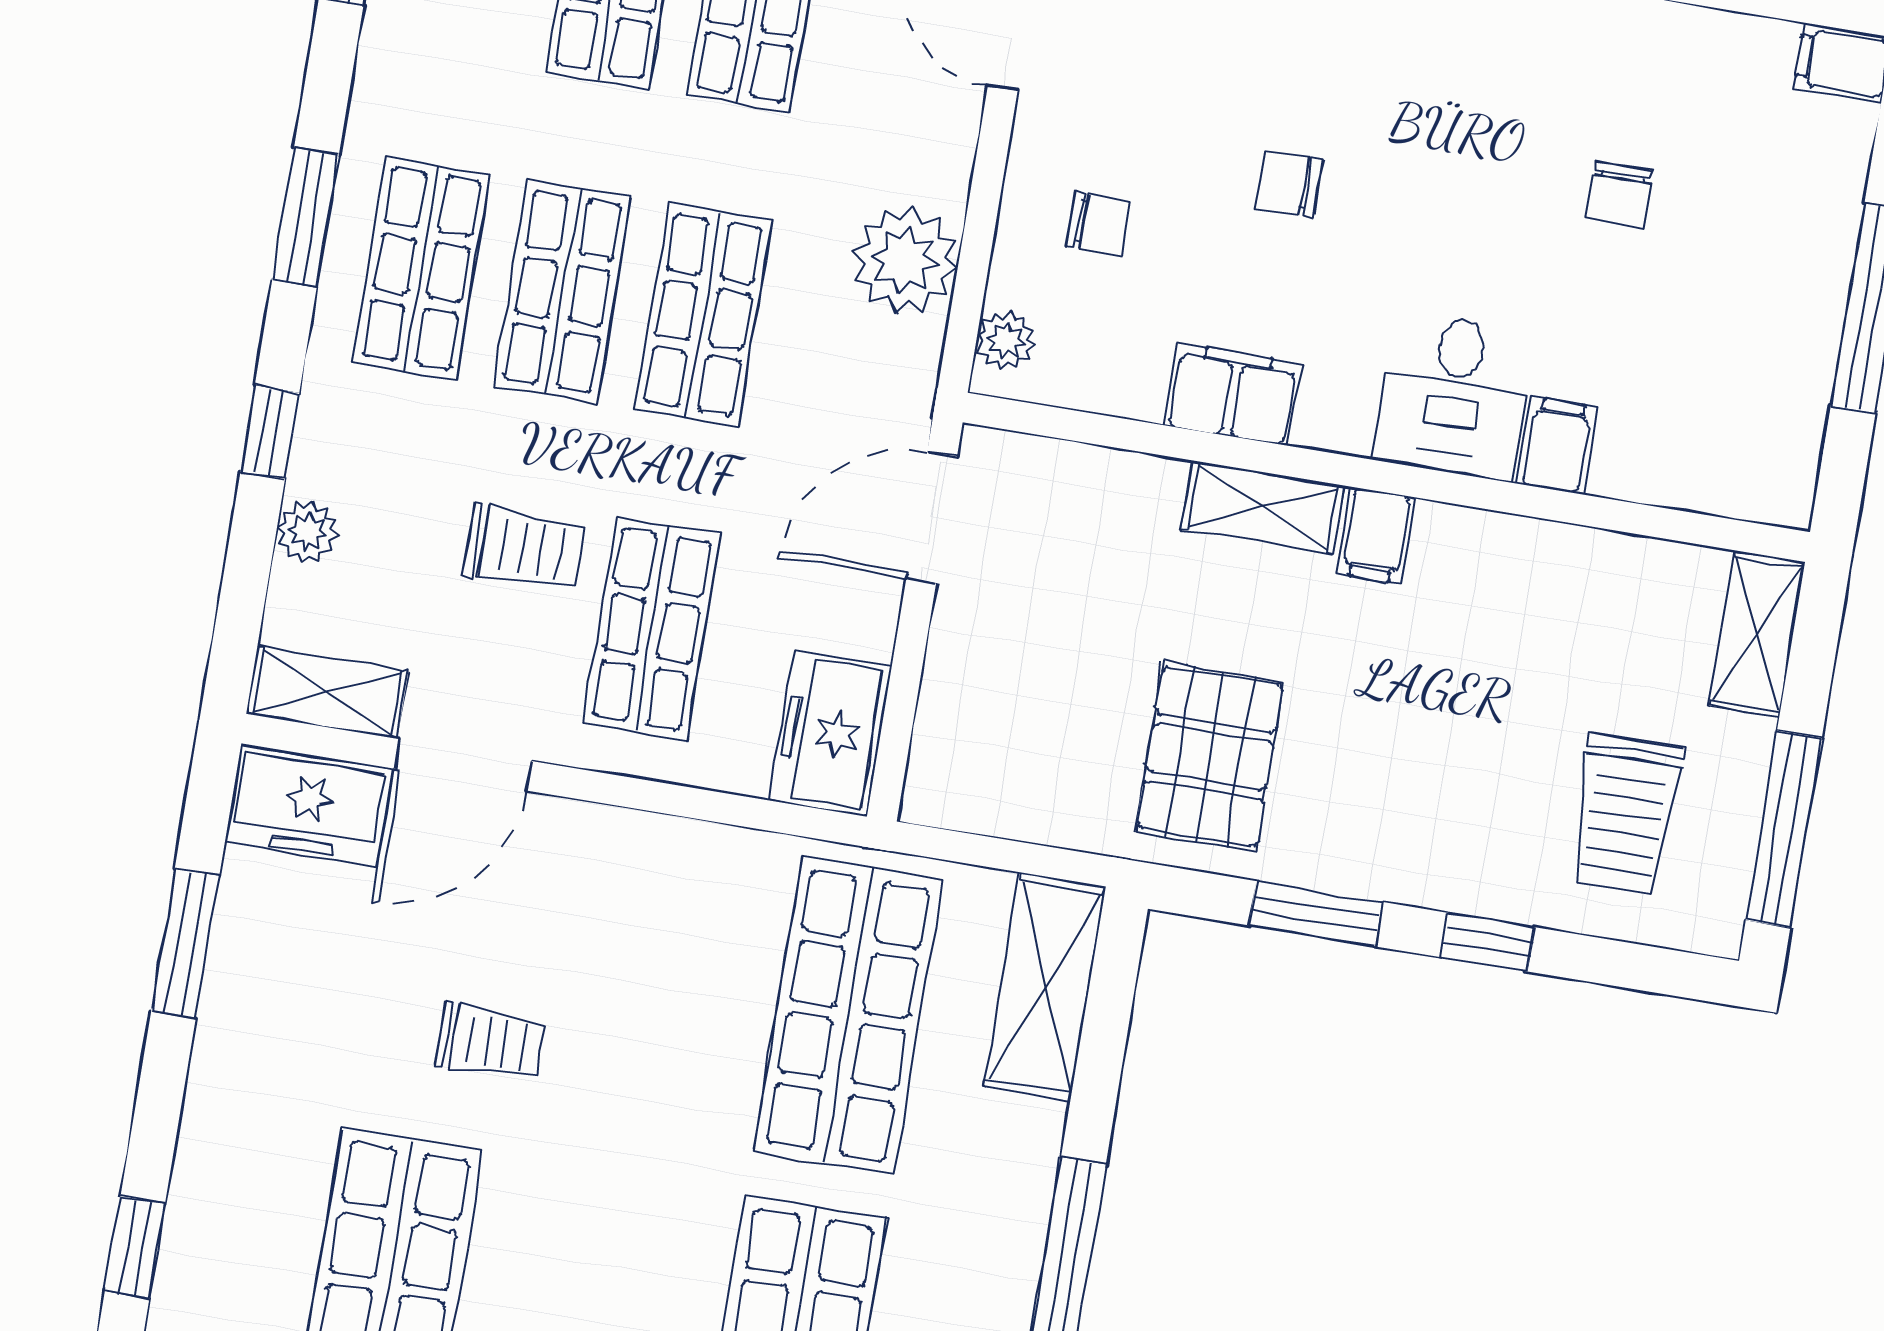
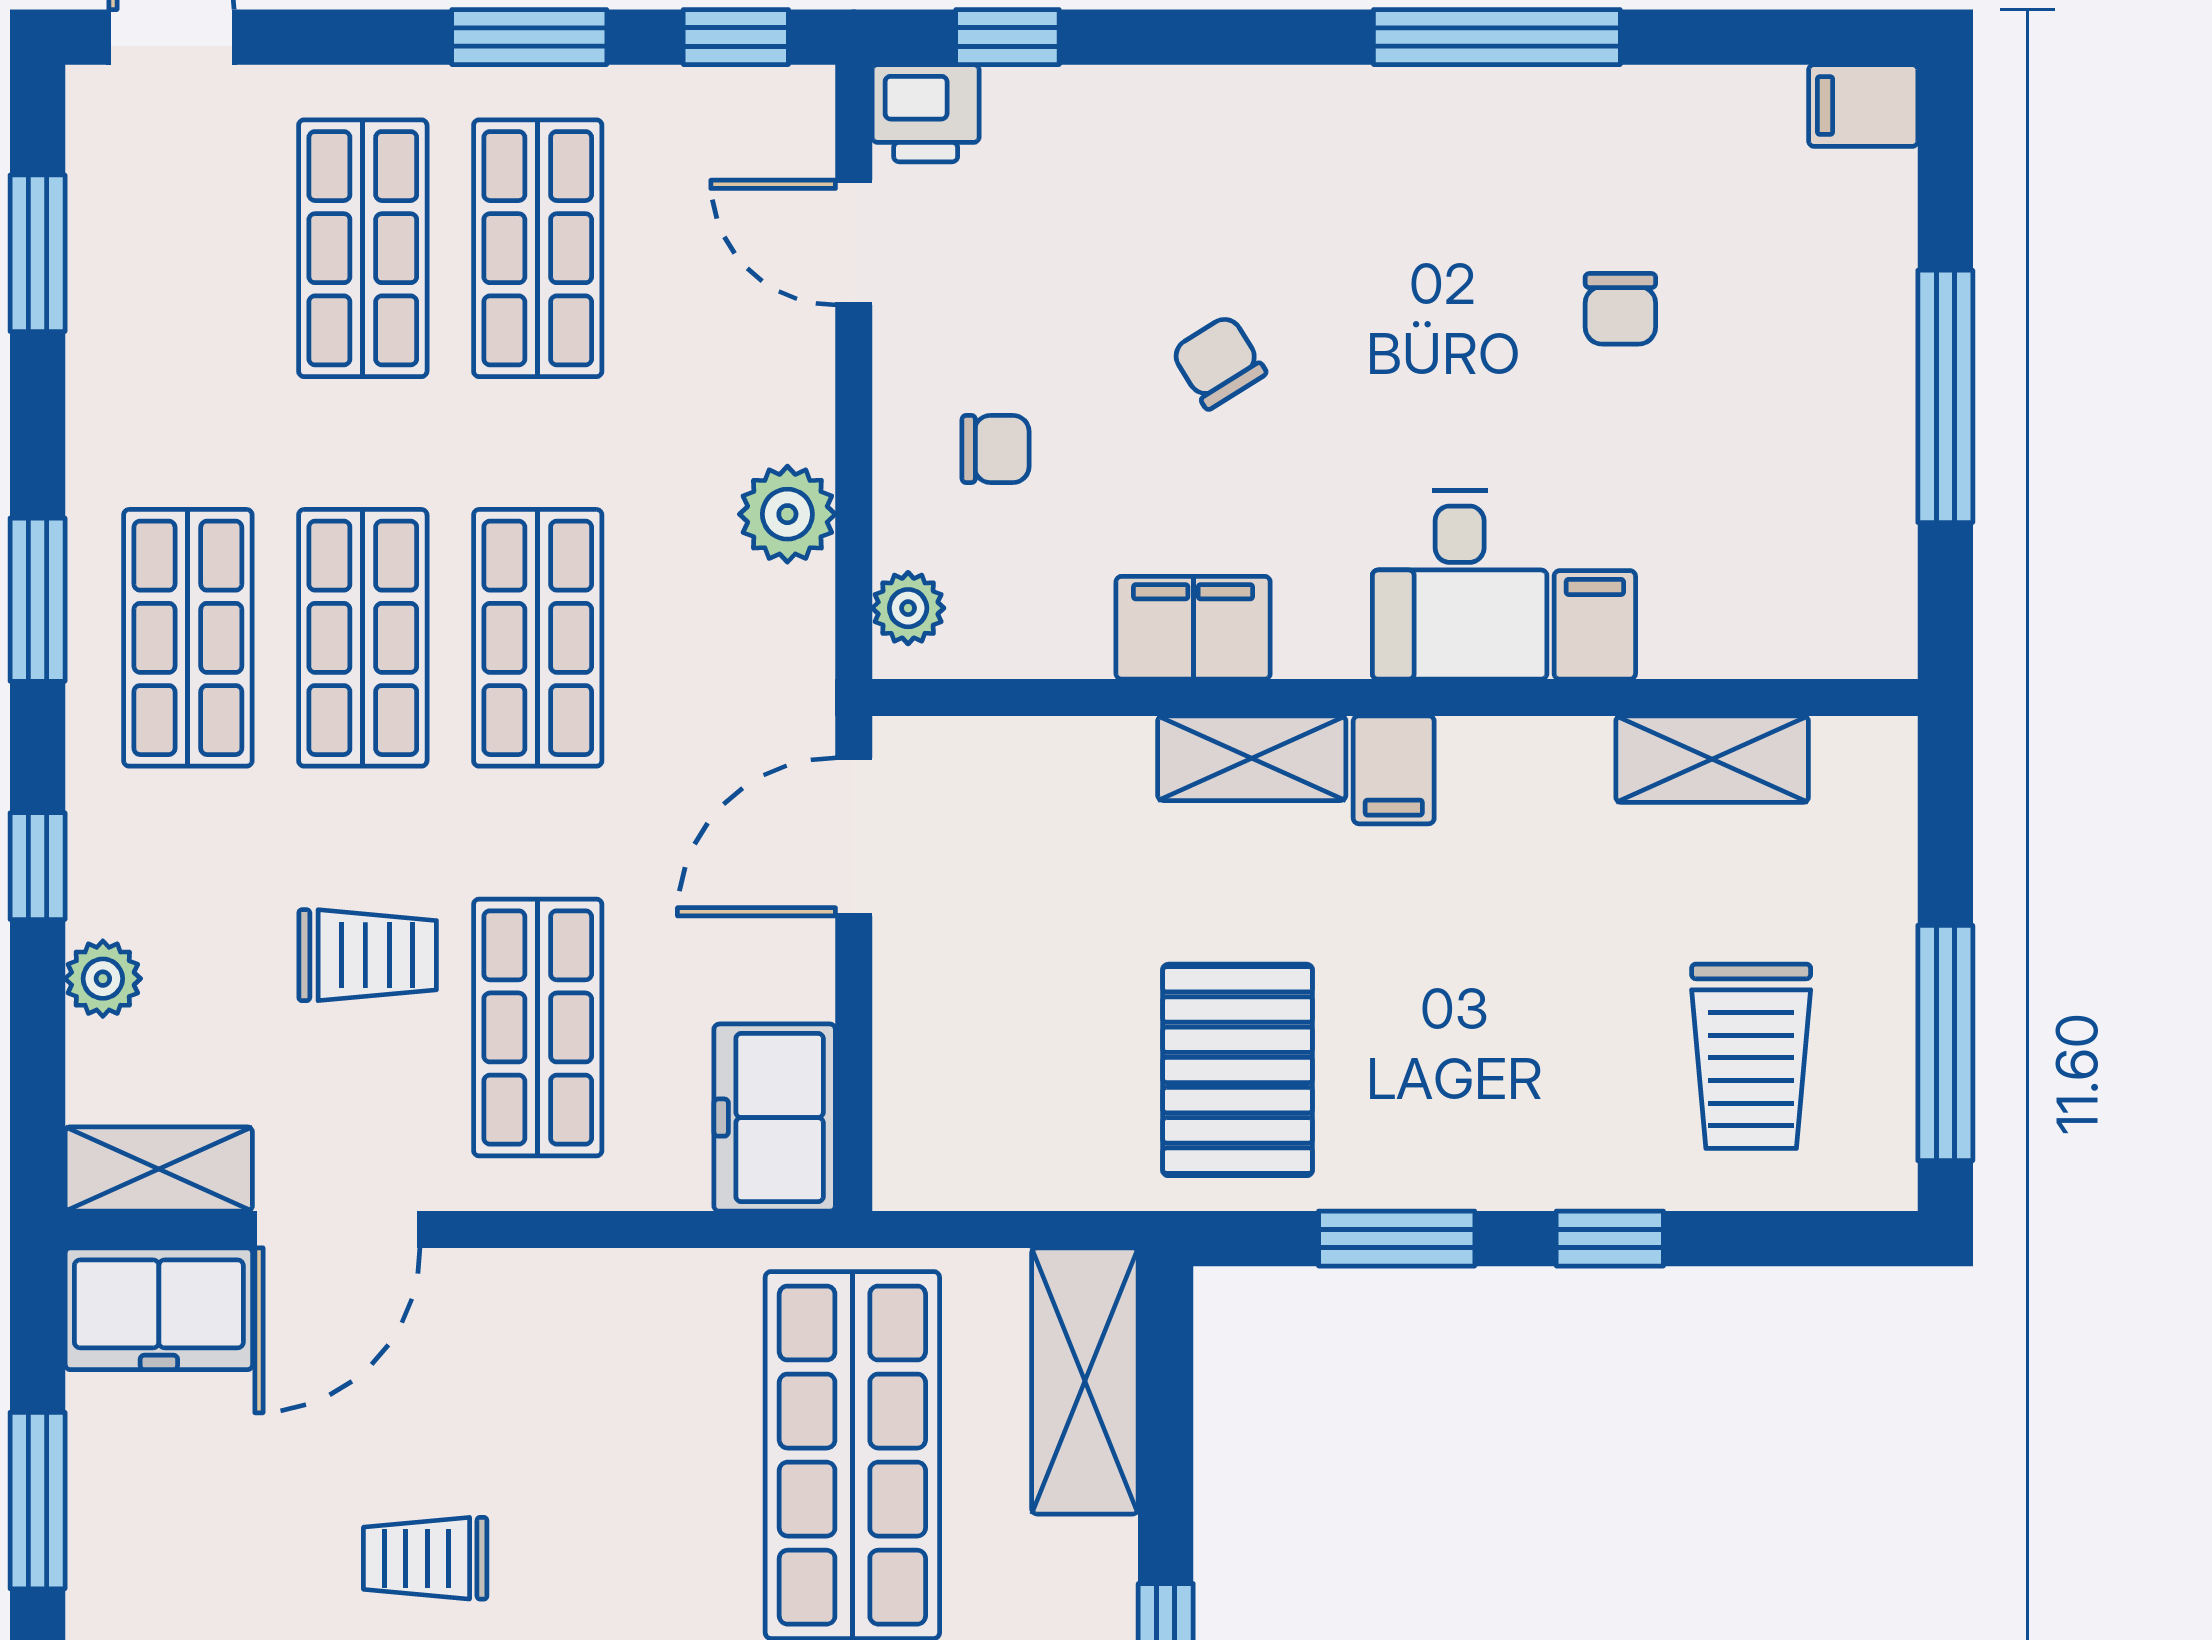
chair: (1289, 183) -> (1219, 362), turned 58
plant: (905, 260) -> (787, 514), width x0.73, depth x0.73
shelving: (1757, 634) -> (1712, 759), moved, turned 90
trolley: (490, 1042) -> (425, 1558), turned 180

